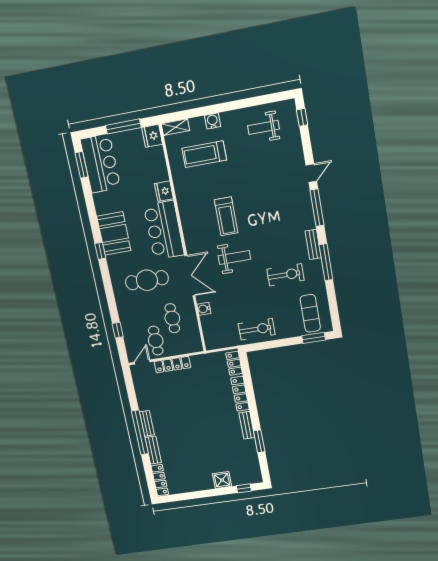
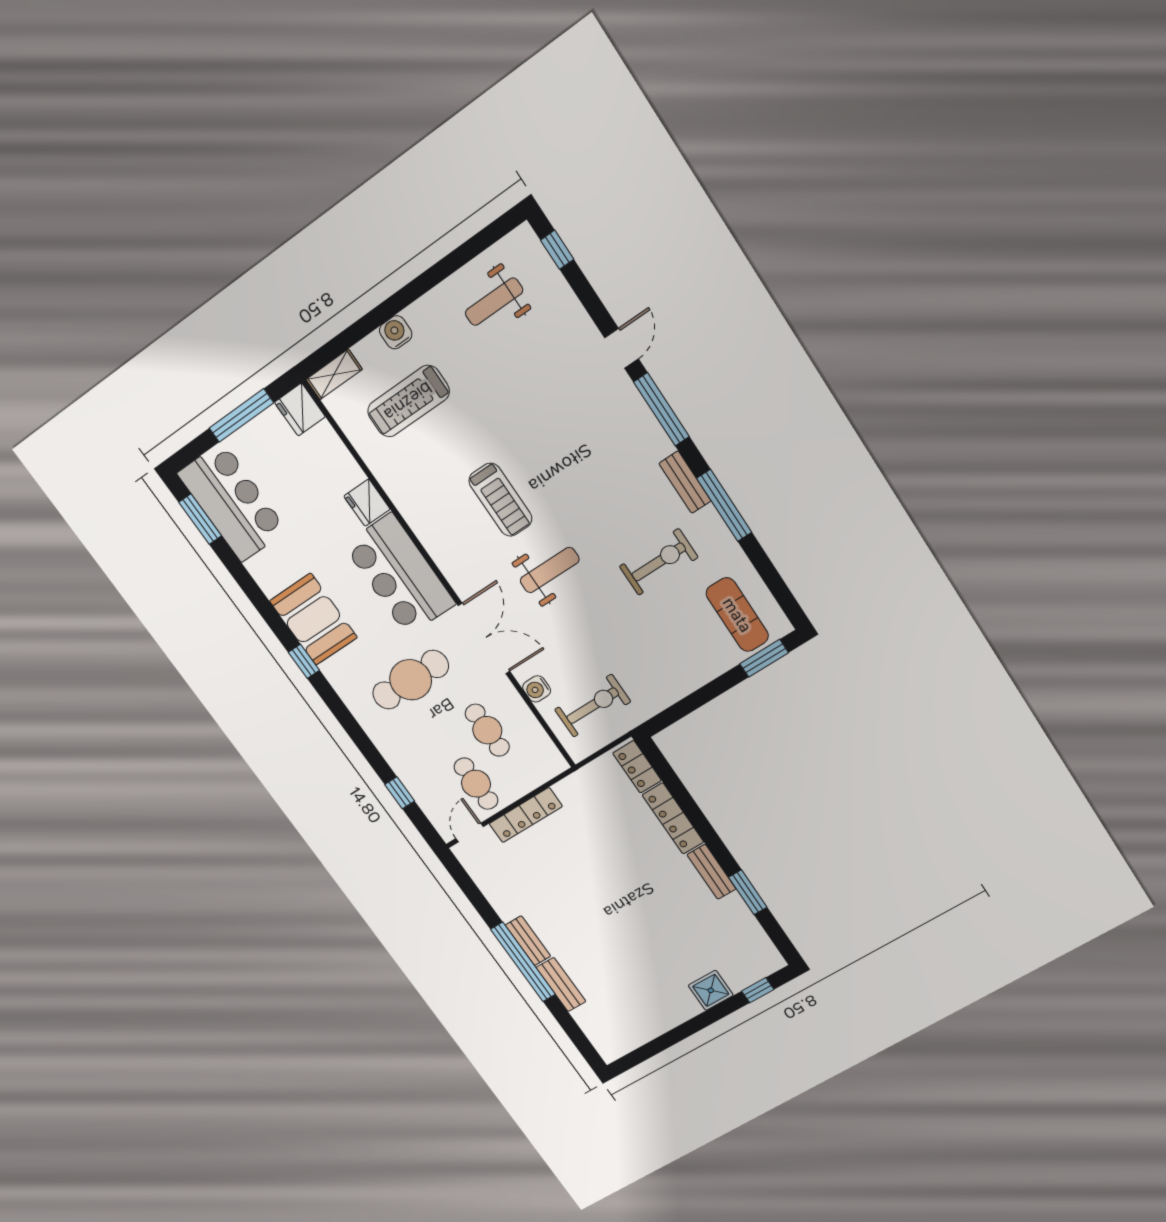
exercise bike: (257, 329) -> (593, 706), moved
locker: (160, 480) -> (597, 1034), removed

